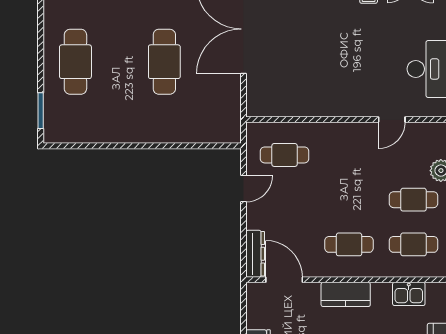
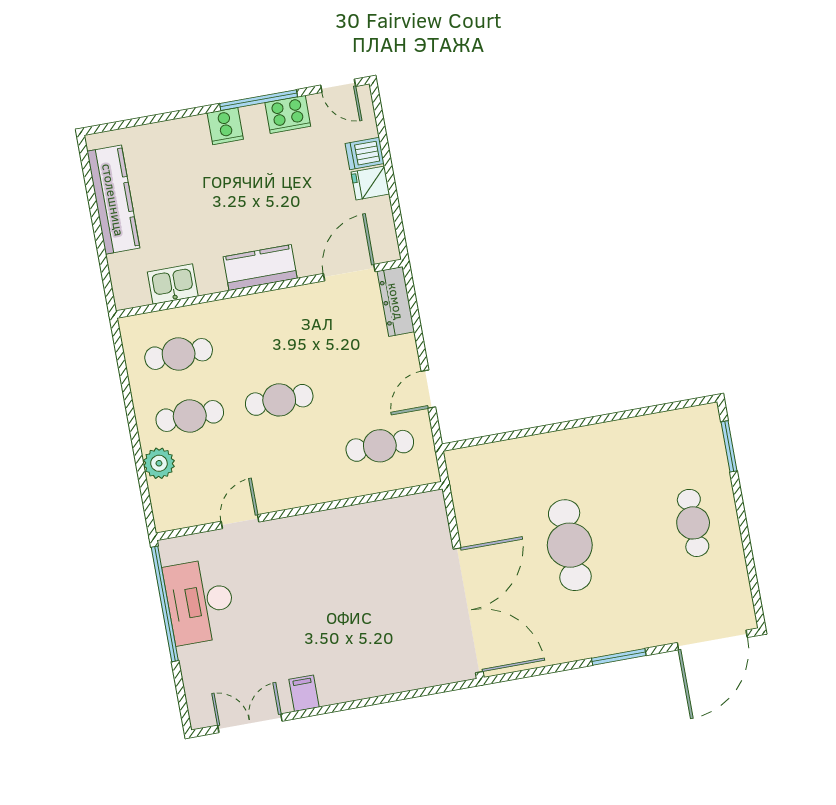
cafe table: (75, 62) -> (693, 523), width x0.73, depth x0.74
cafe table: (349, 244) -> (279, 400), moved
door: (284, 280) -> (349, 273), swing flipped

